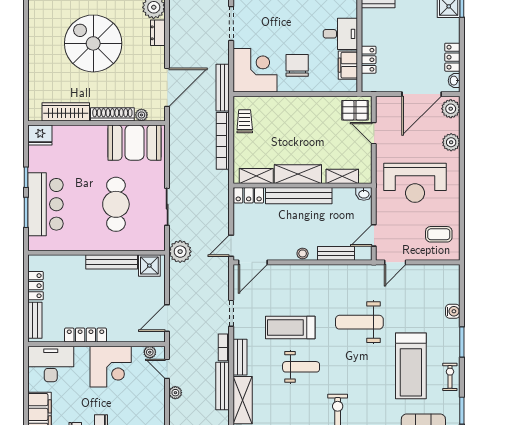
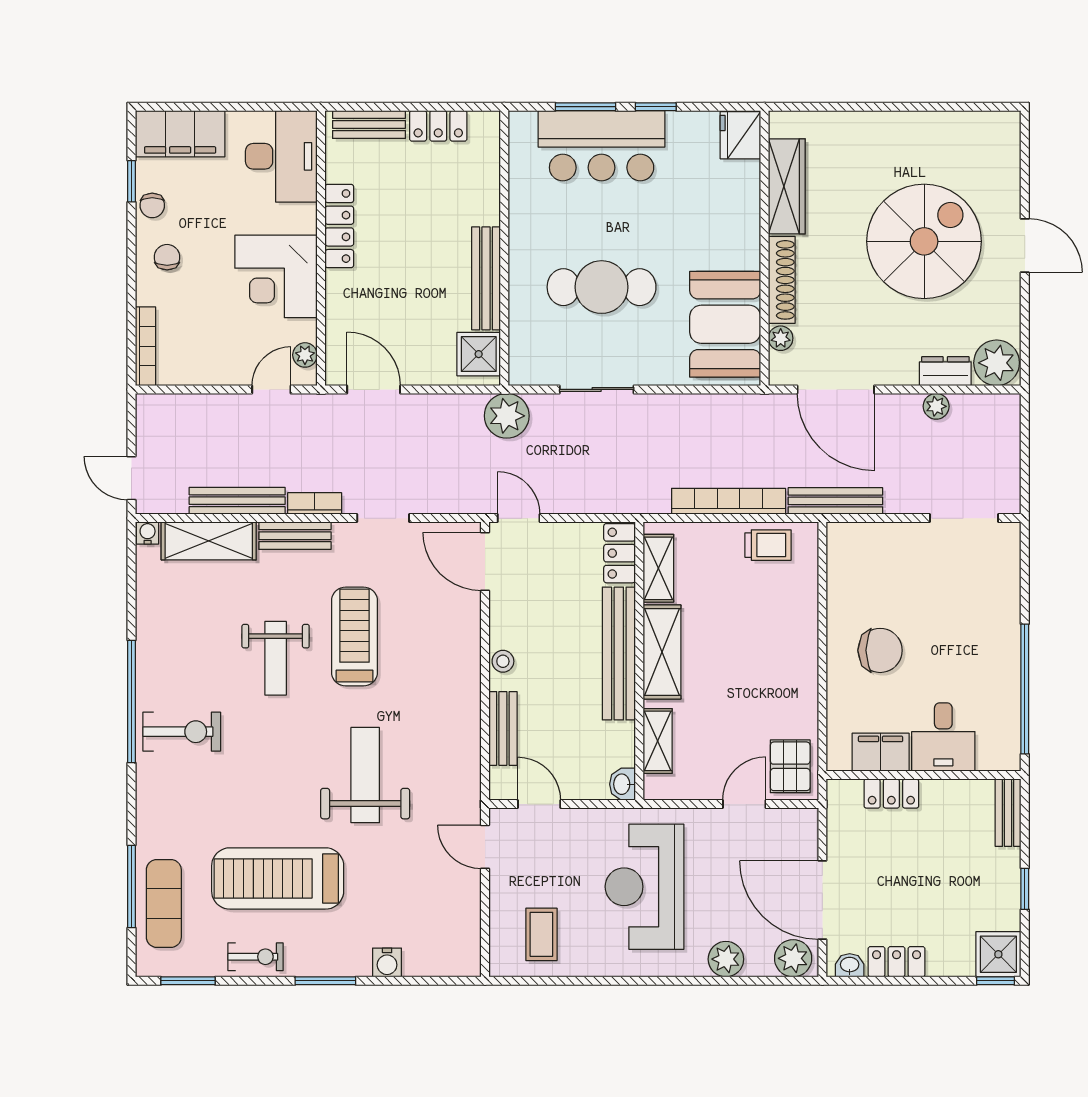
corner desk: (255, 70) -> (870, 566), removed
plant: (175, 393) -> (936, 406), moved

